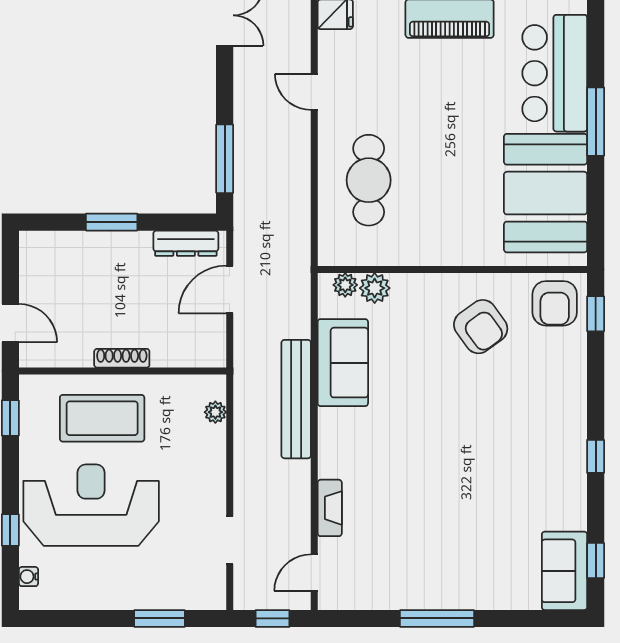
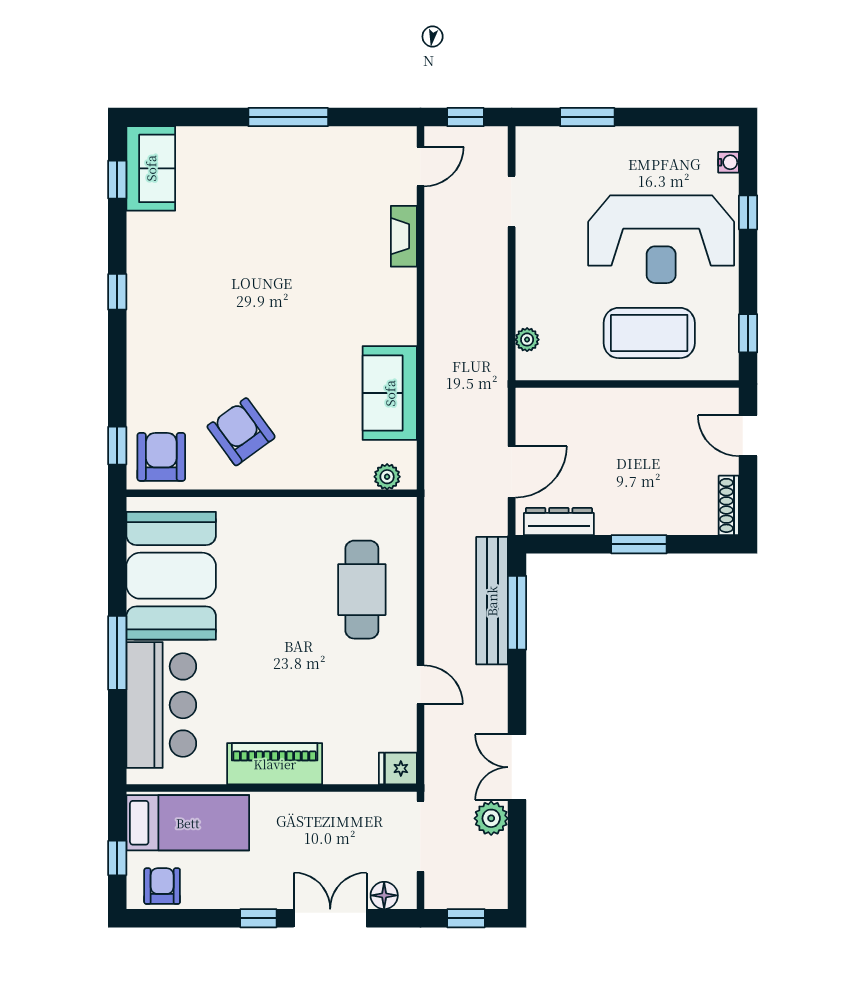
plant: (375, 288) -> (355, 473), removed
shoe rack: (122, 358) -> (729, 505), moved, turned 90
bench: (296, 399) -> (492, 601), moved

